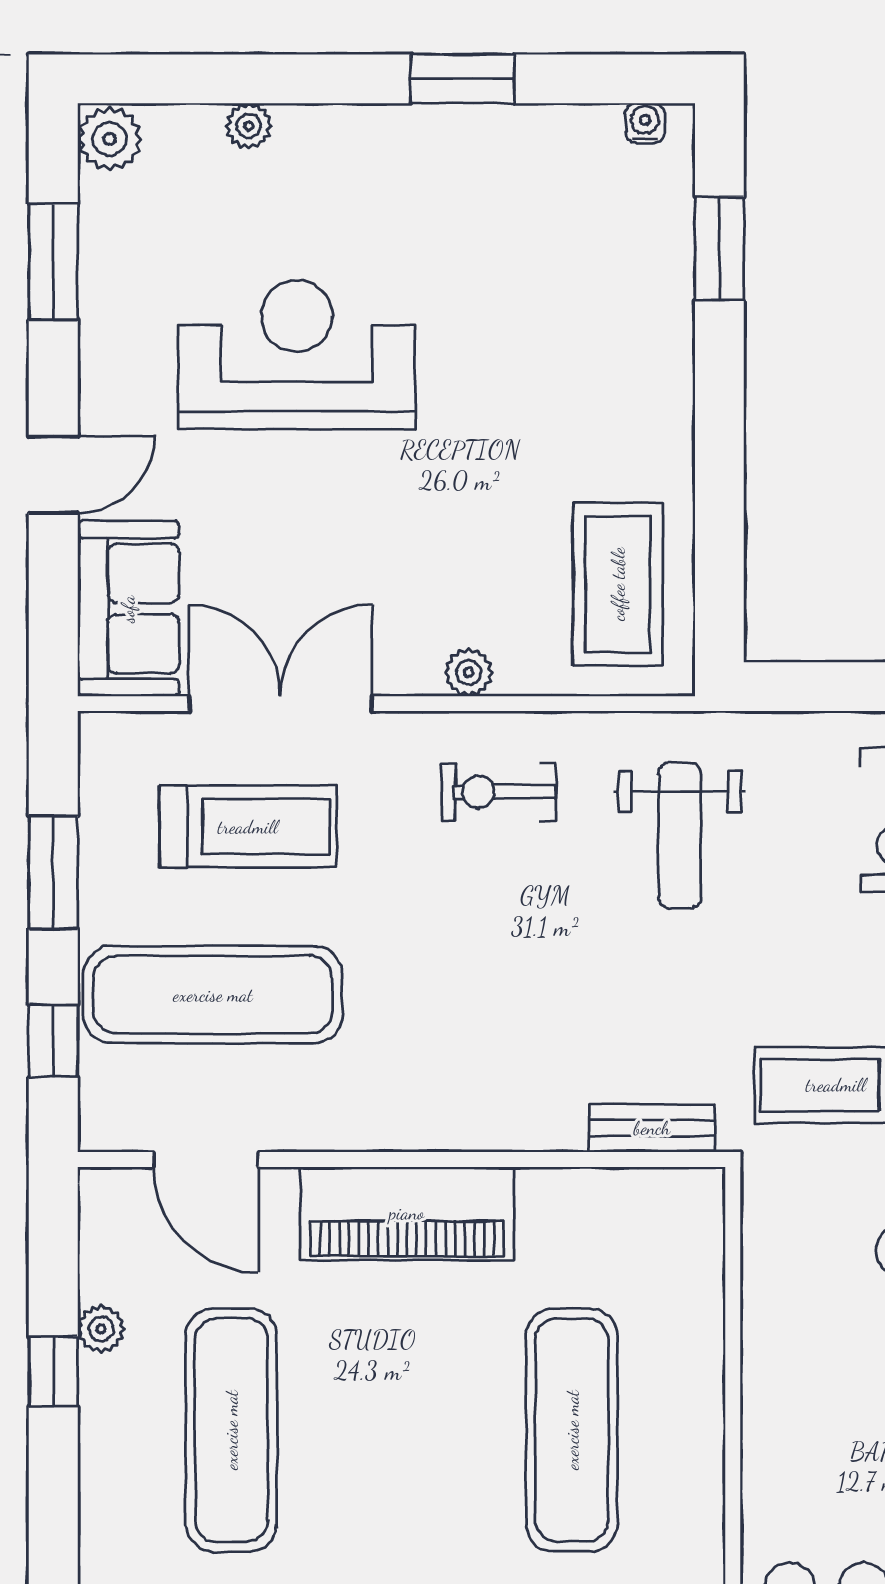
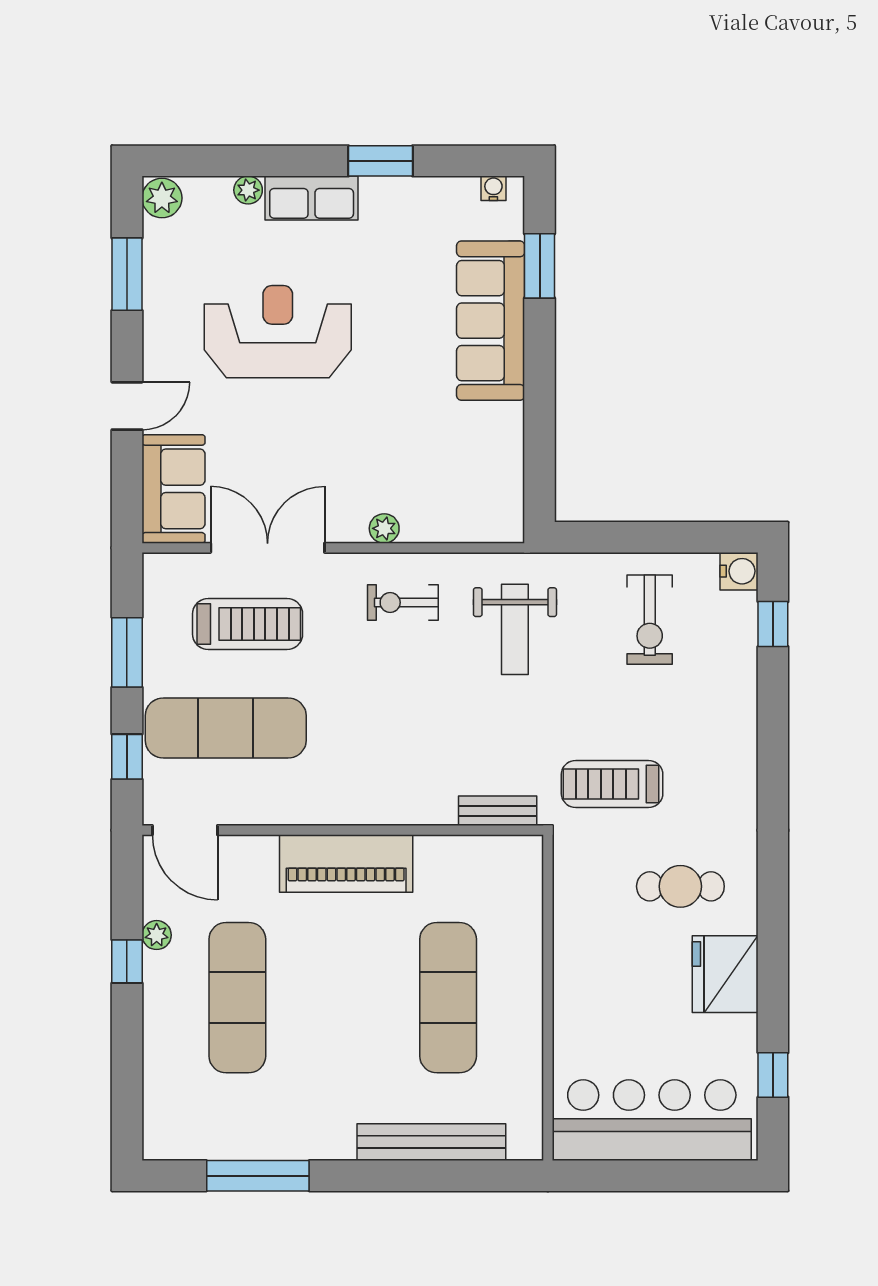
row of seats: (351, 139) -> (312, 198), added
sofa: (640, 337) -> (491, 321), added
coffee table: (618, 584) -> (477, 474), removed
door: (206, 1159) -> (185, 830), moved

